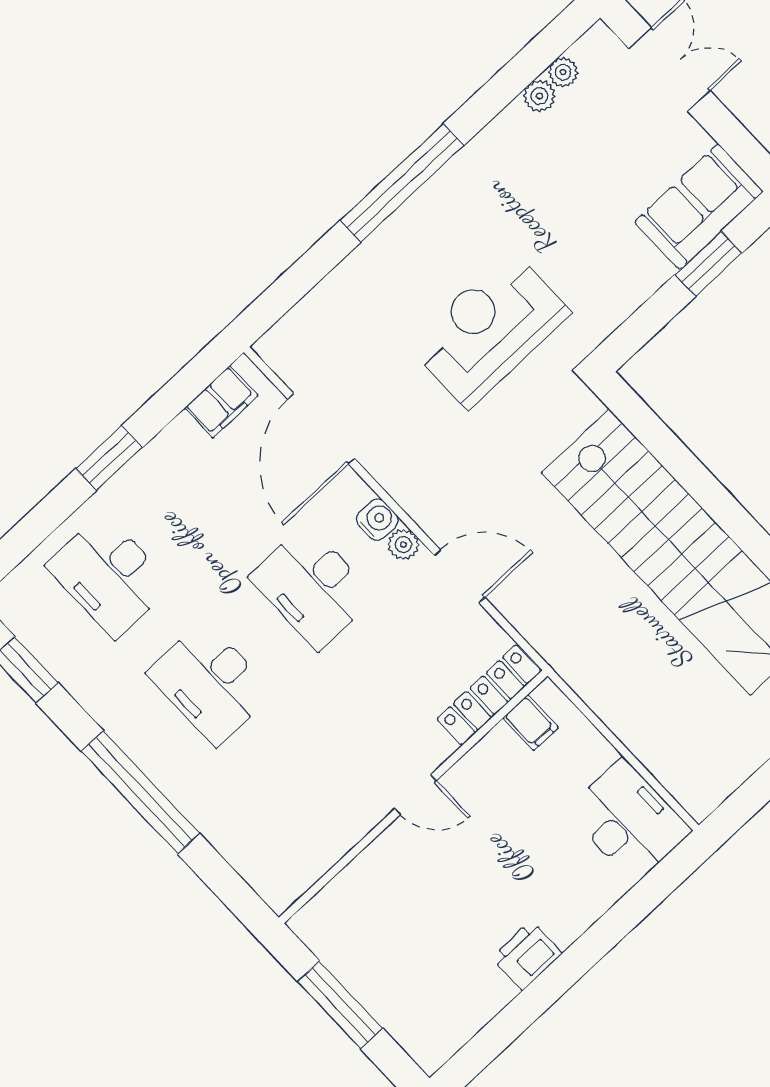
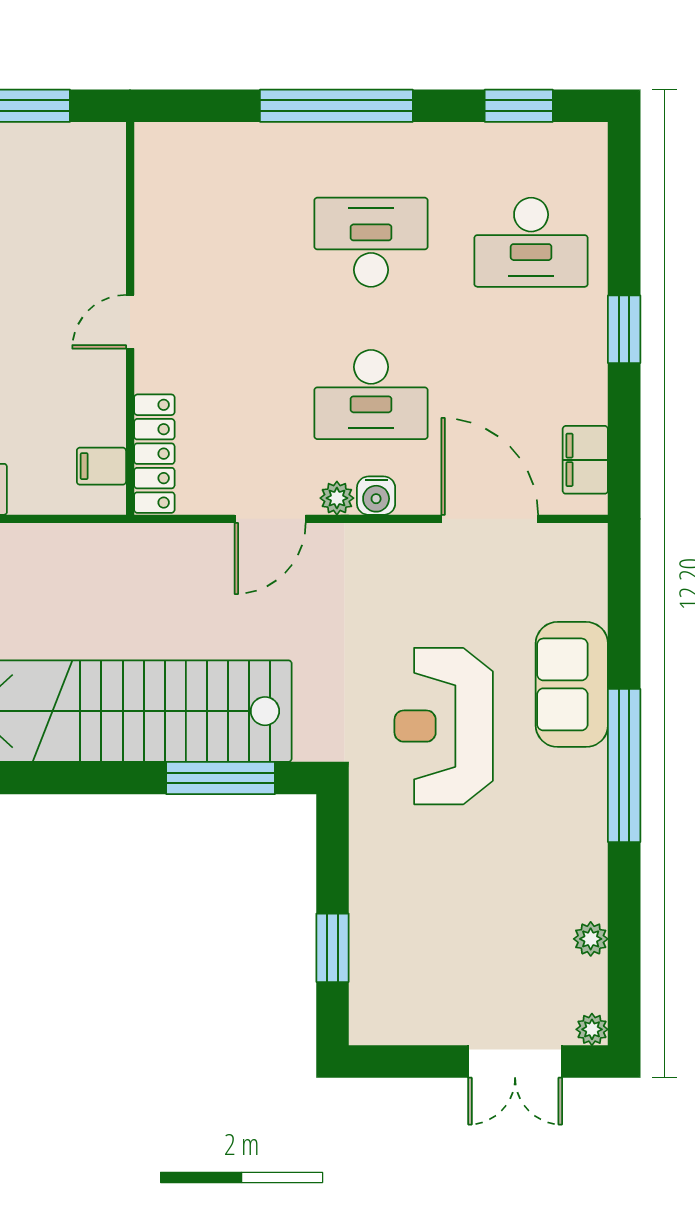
plant: (563, 72) -> (592, 1029), moved
sofa: (699, 207) -> (572, 684), moved, turned 180
reception desk: (489, 329) -> (444, 726), turned 180
window: (665, 446) -> (221, 778), added
desk: (109, 575) -> (531, 242), turned 180
desk: (312, 587) -> (371, 395), turned 180

